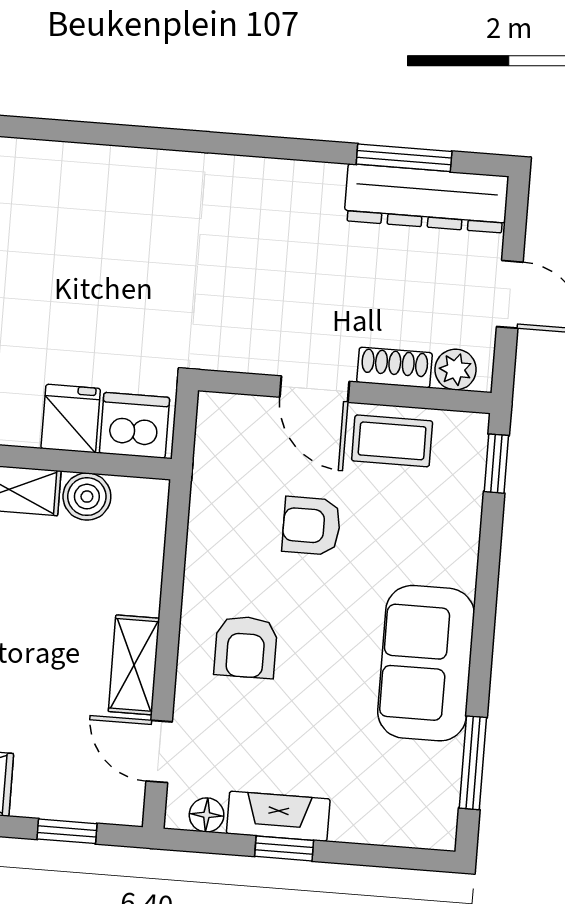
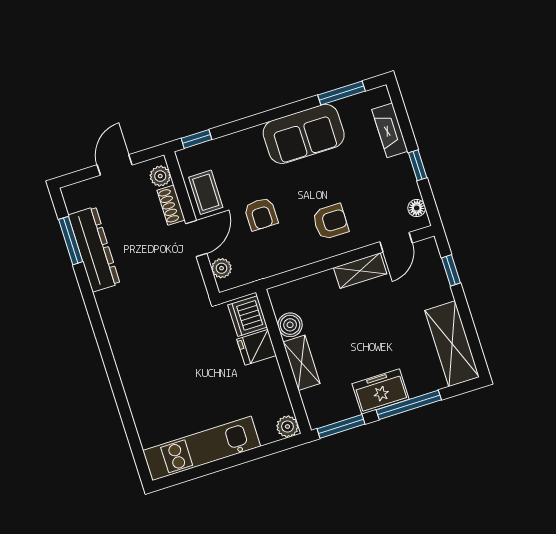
dresser: (426, 198) -> (94, 249), moved
plant: (241, 413) -> (222, 268), added
fireplace: (278, 816) -> (390, 130), moved

